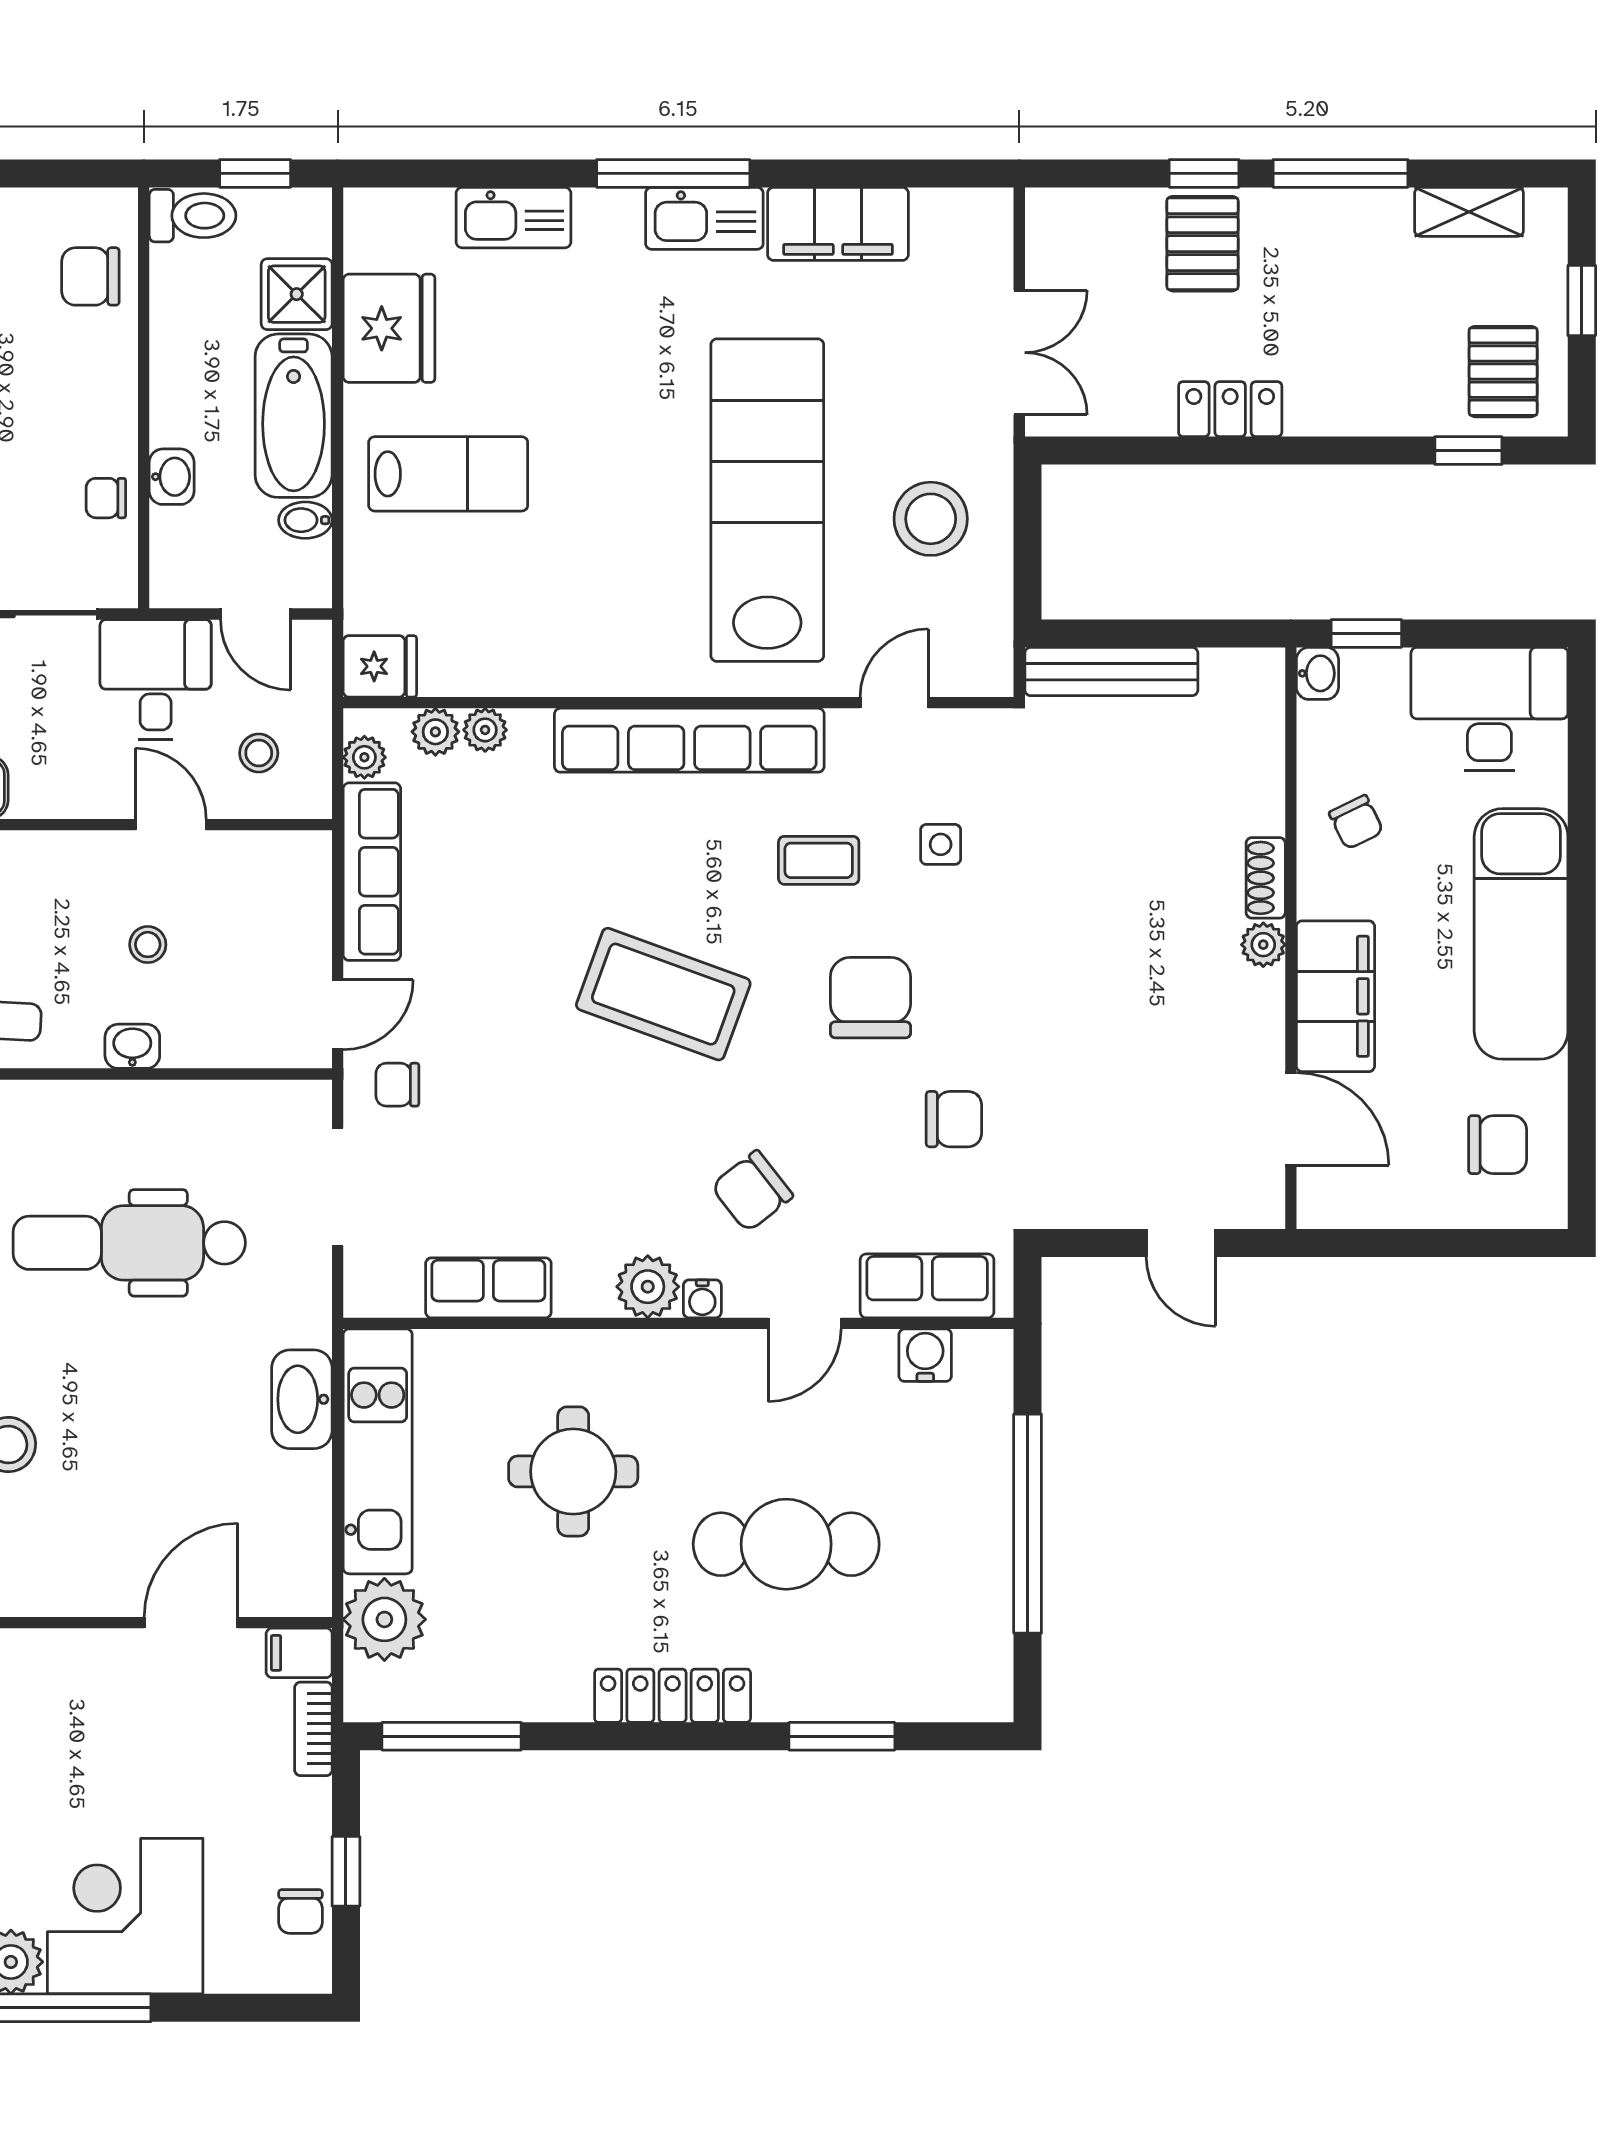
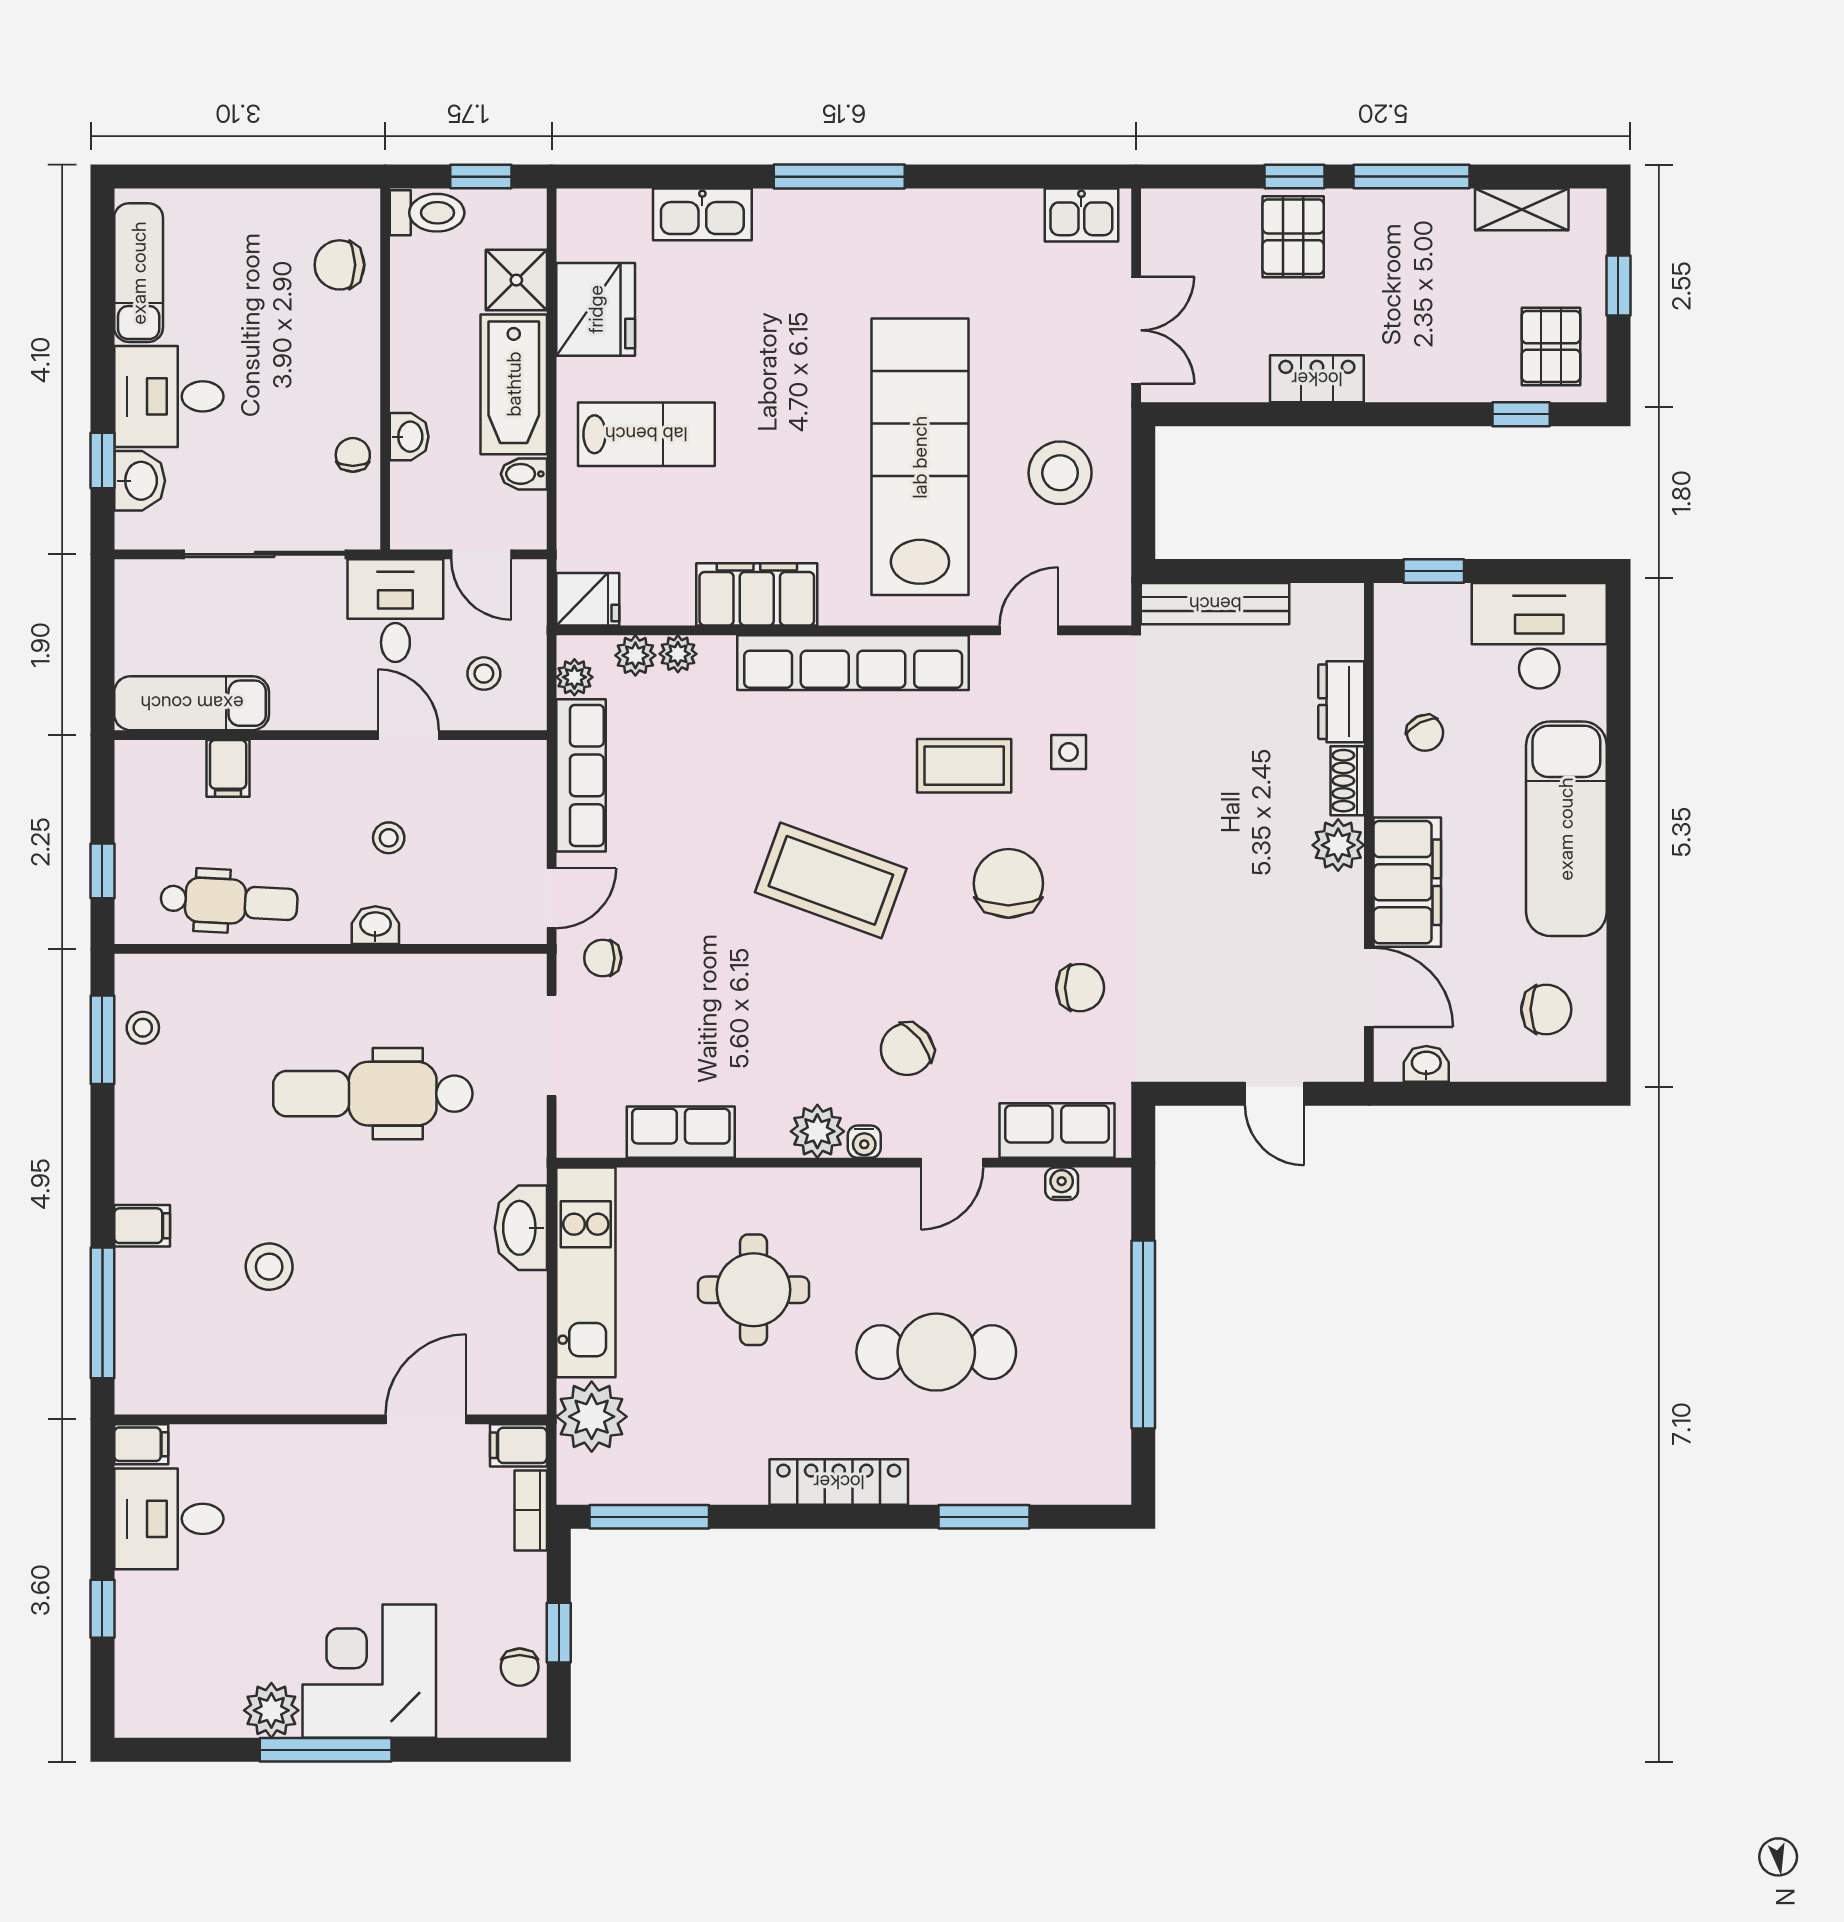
kitchen sink: (704, 218) -> (1081, 215), moved, width x0.73
filing cabinet: (838, 224) -> (757, 594), moved, turned 180
chair: (106, 498) -> (353, 455), turned 90
washbasin: (1317, 673) -> (1426, 1064), moved, turned -90
dresser: (1259, 786) -> (1341, 702), added
coffee table: (819, 860) -> (964, 766), width x1.36, depth x1.30
plant: (1263, 945) -> (1338, 845), width x1.38, depth x1.38
water cooler: (925, 1355) -> (1062, 1184), width x0.72, depth x0.72

